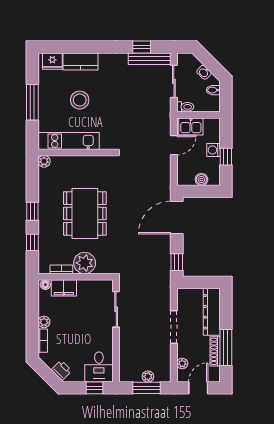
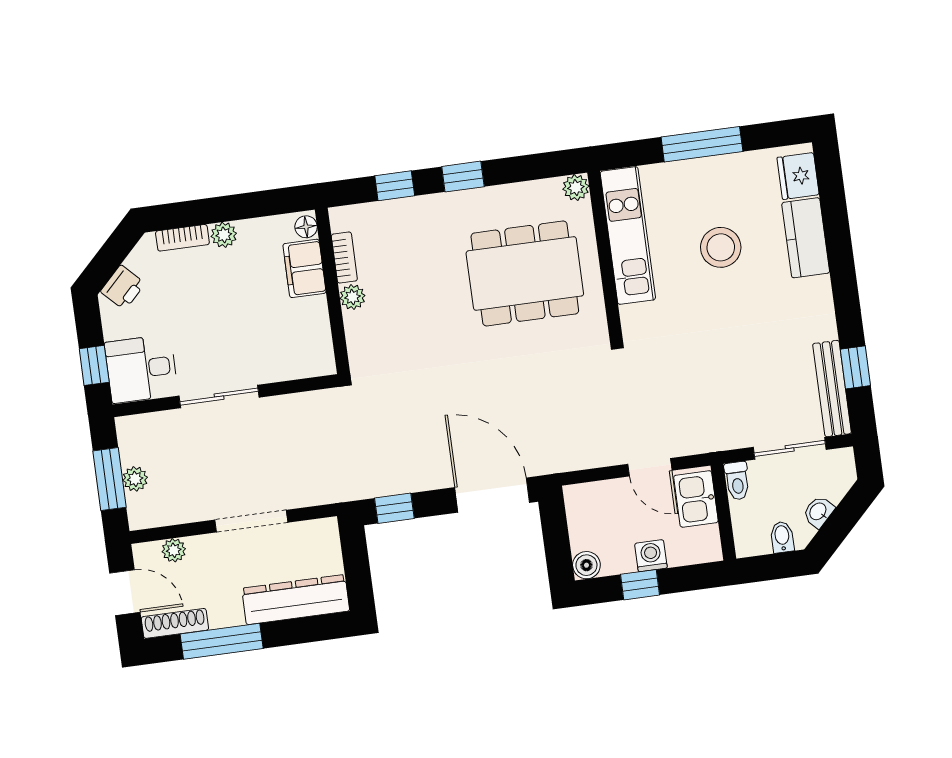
boiler: (201, 179) -> (586, 565), moved
dining table: (85, 213) -> (525, 273), moved
plant: (85, 263) -> (352, 297), width x0.53, depth x0.53
sliding door: (116, 309) -> (219, 397), moved
shoe rack: (215, 351) -> (175, 623), moved

